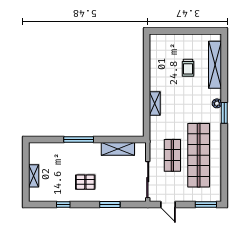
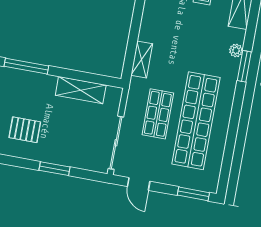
shelving: (155, 103) -> (142, 59), moved

